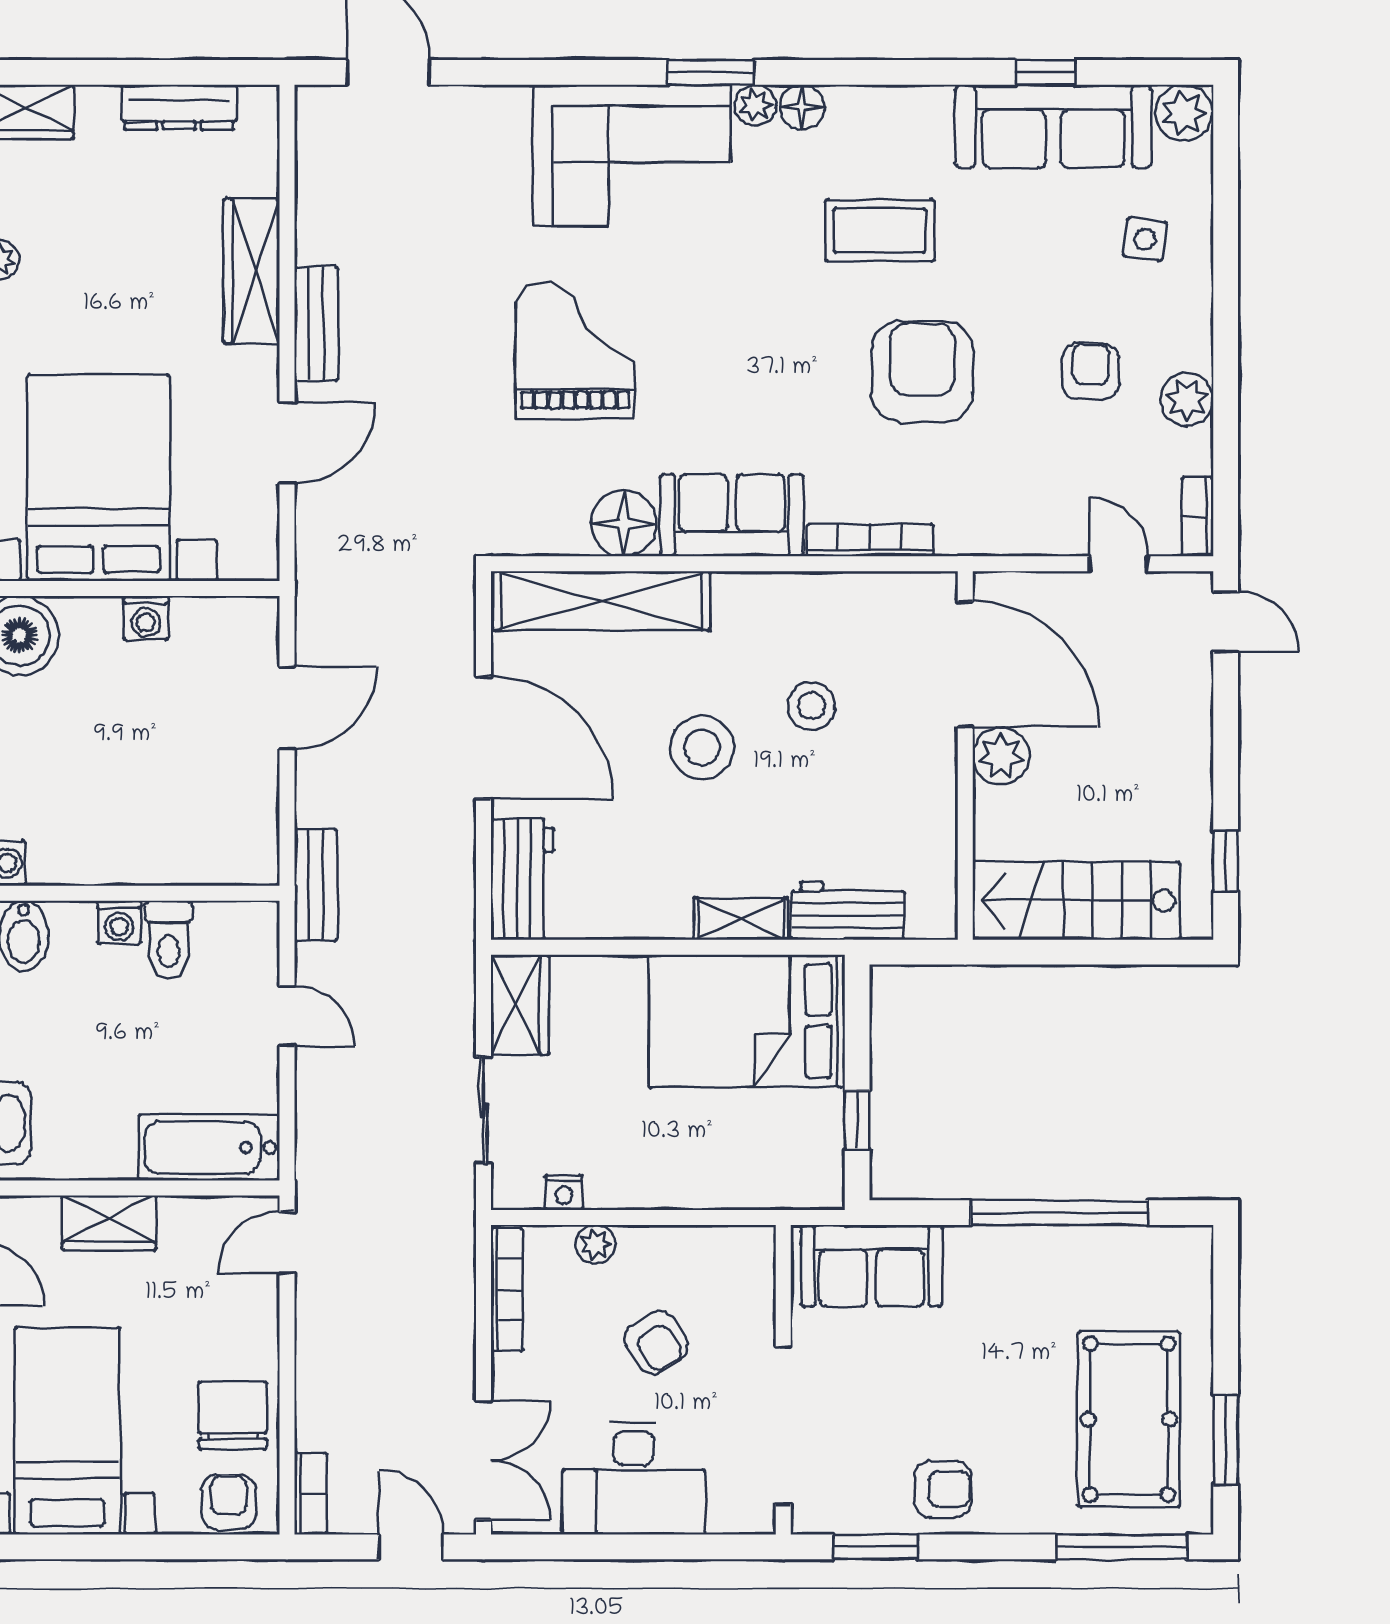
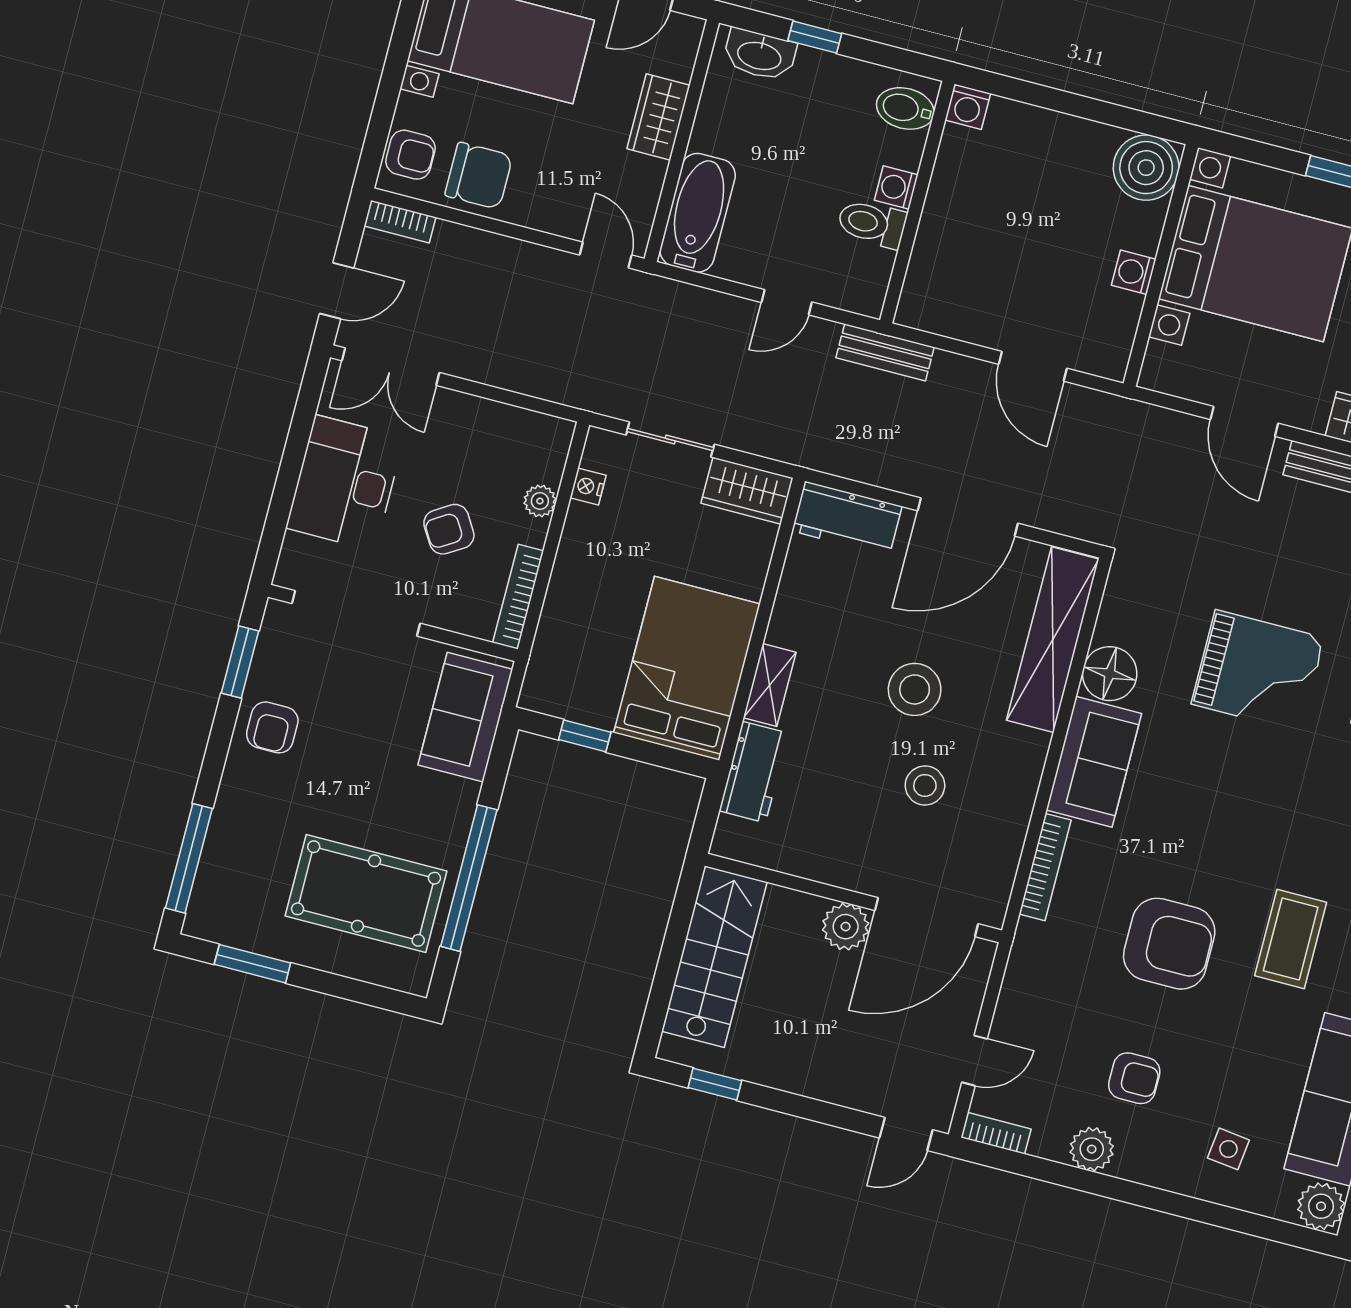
bookcase: (507, 1289) -> (518, 597), moved, turned 90
pool table: (1129, 1419) -> (366, 894), moved

